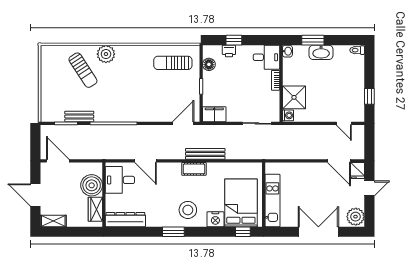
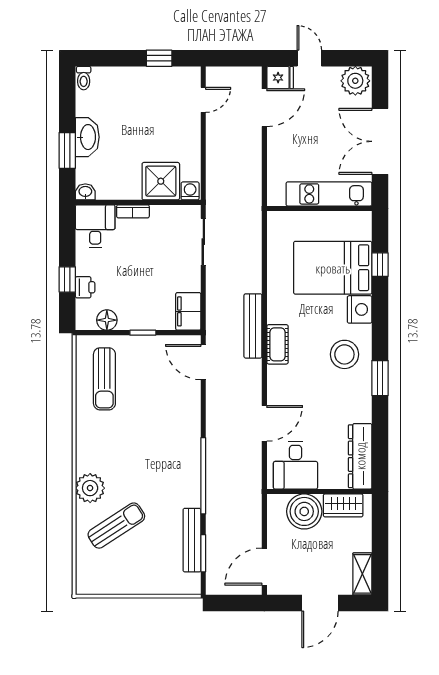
bench: (79, 116) -> (192, 540), width x1.36
wall: (264, 195) -> (319, 208), moved
kitchen unit: (272, 200) -> (329, 194), moved

